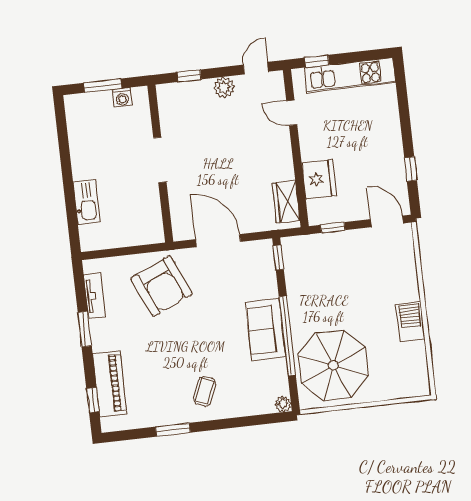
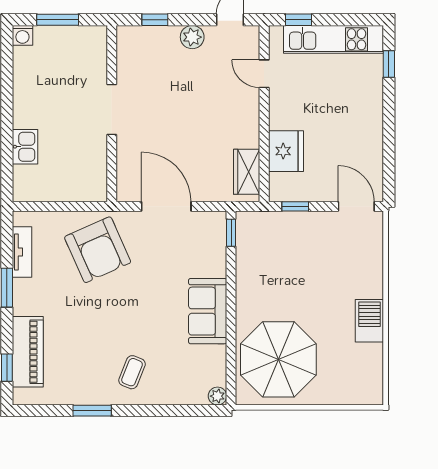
washing machine: (122, 97) -> (22, 35), moved
window: (411, 169) -> (389, 64), moved
kitchen sink: (86, 202) -> (25, 147), width x0.73
window: (287, 336) -> (231, 321), removed

